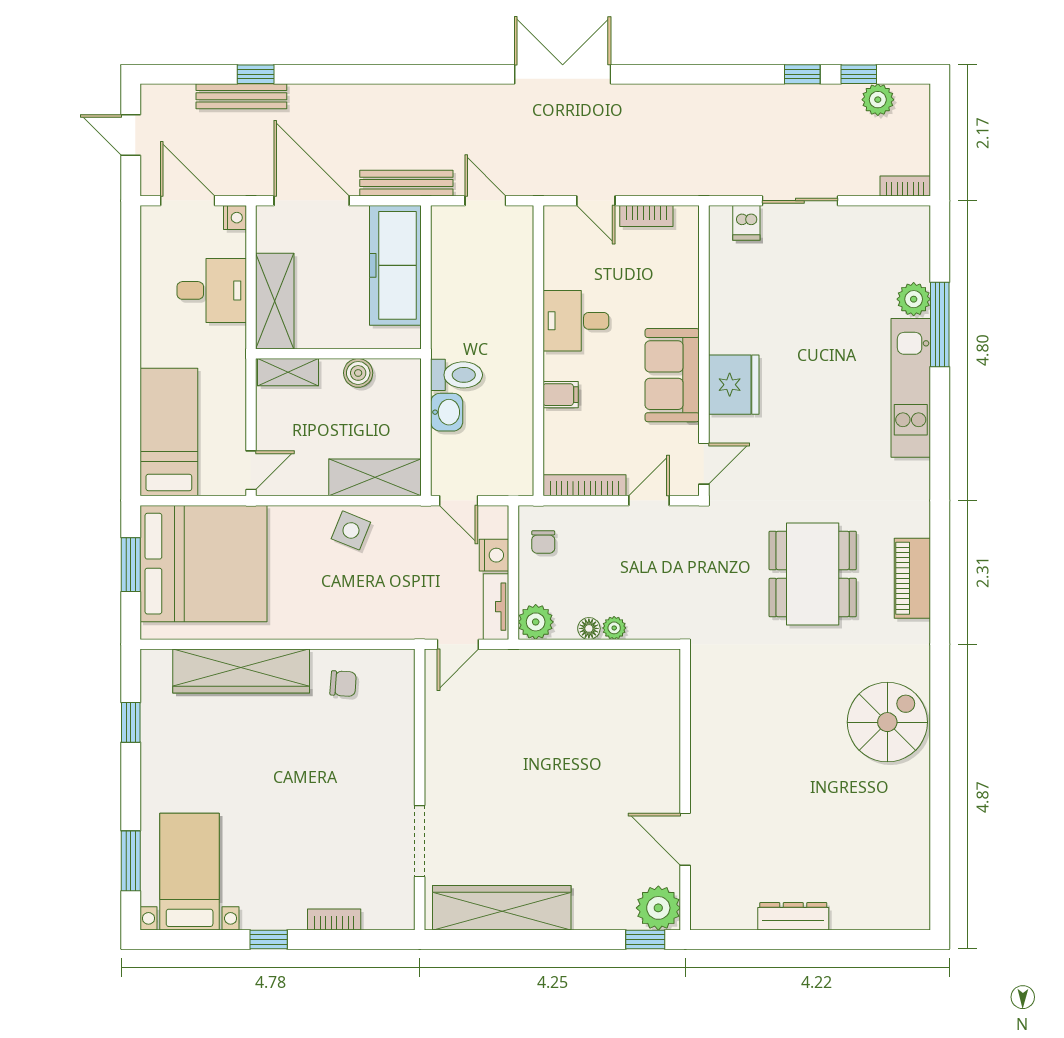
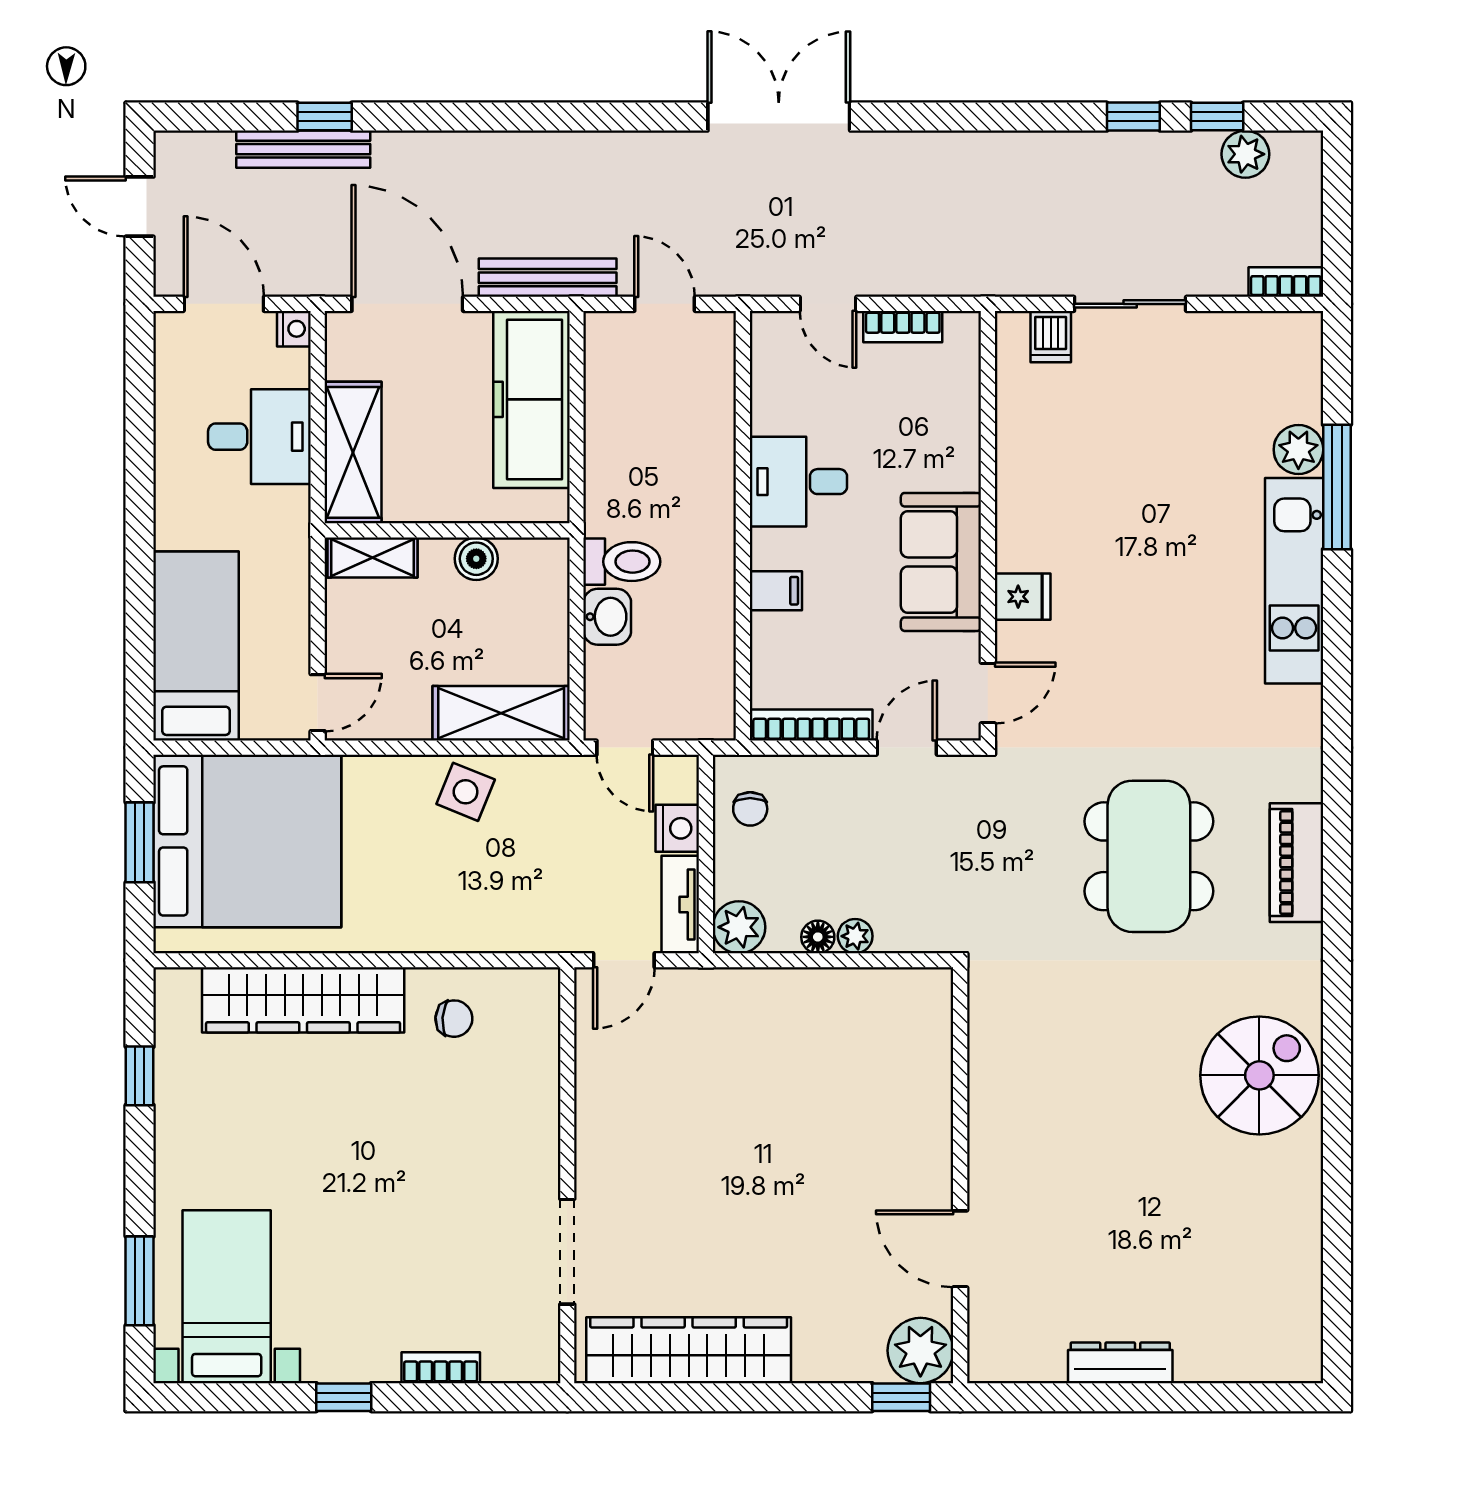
fridge: (734, 385) -> (1023, 597), width x0.53, depth x0.75

